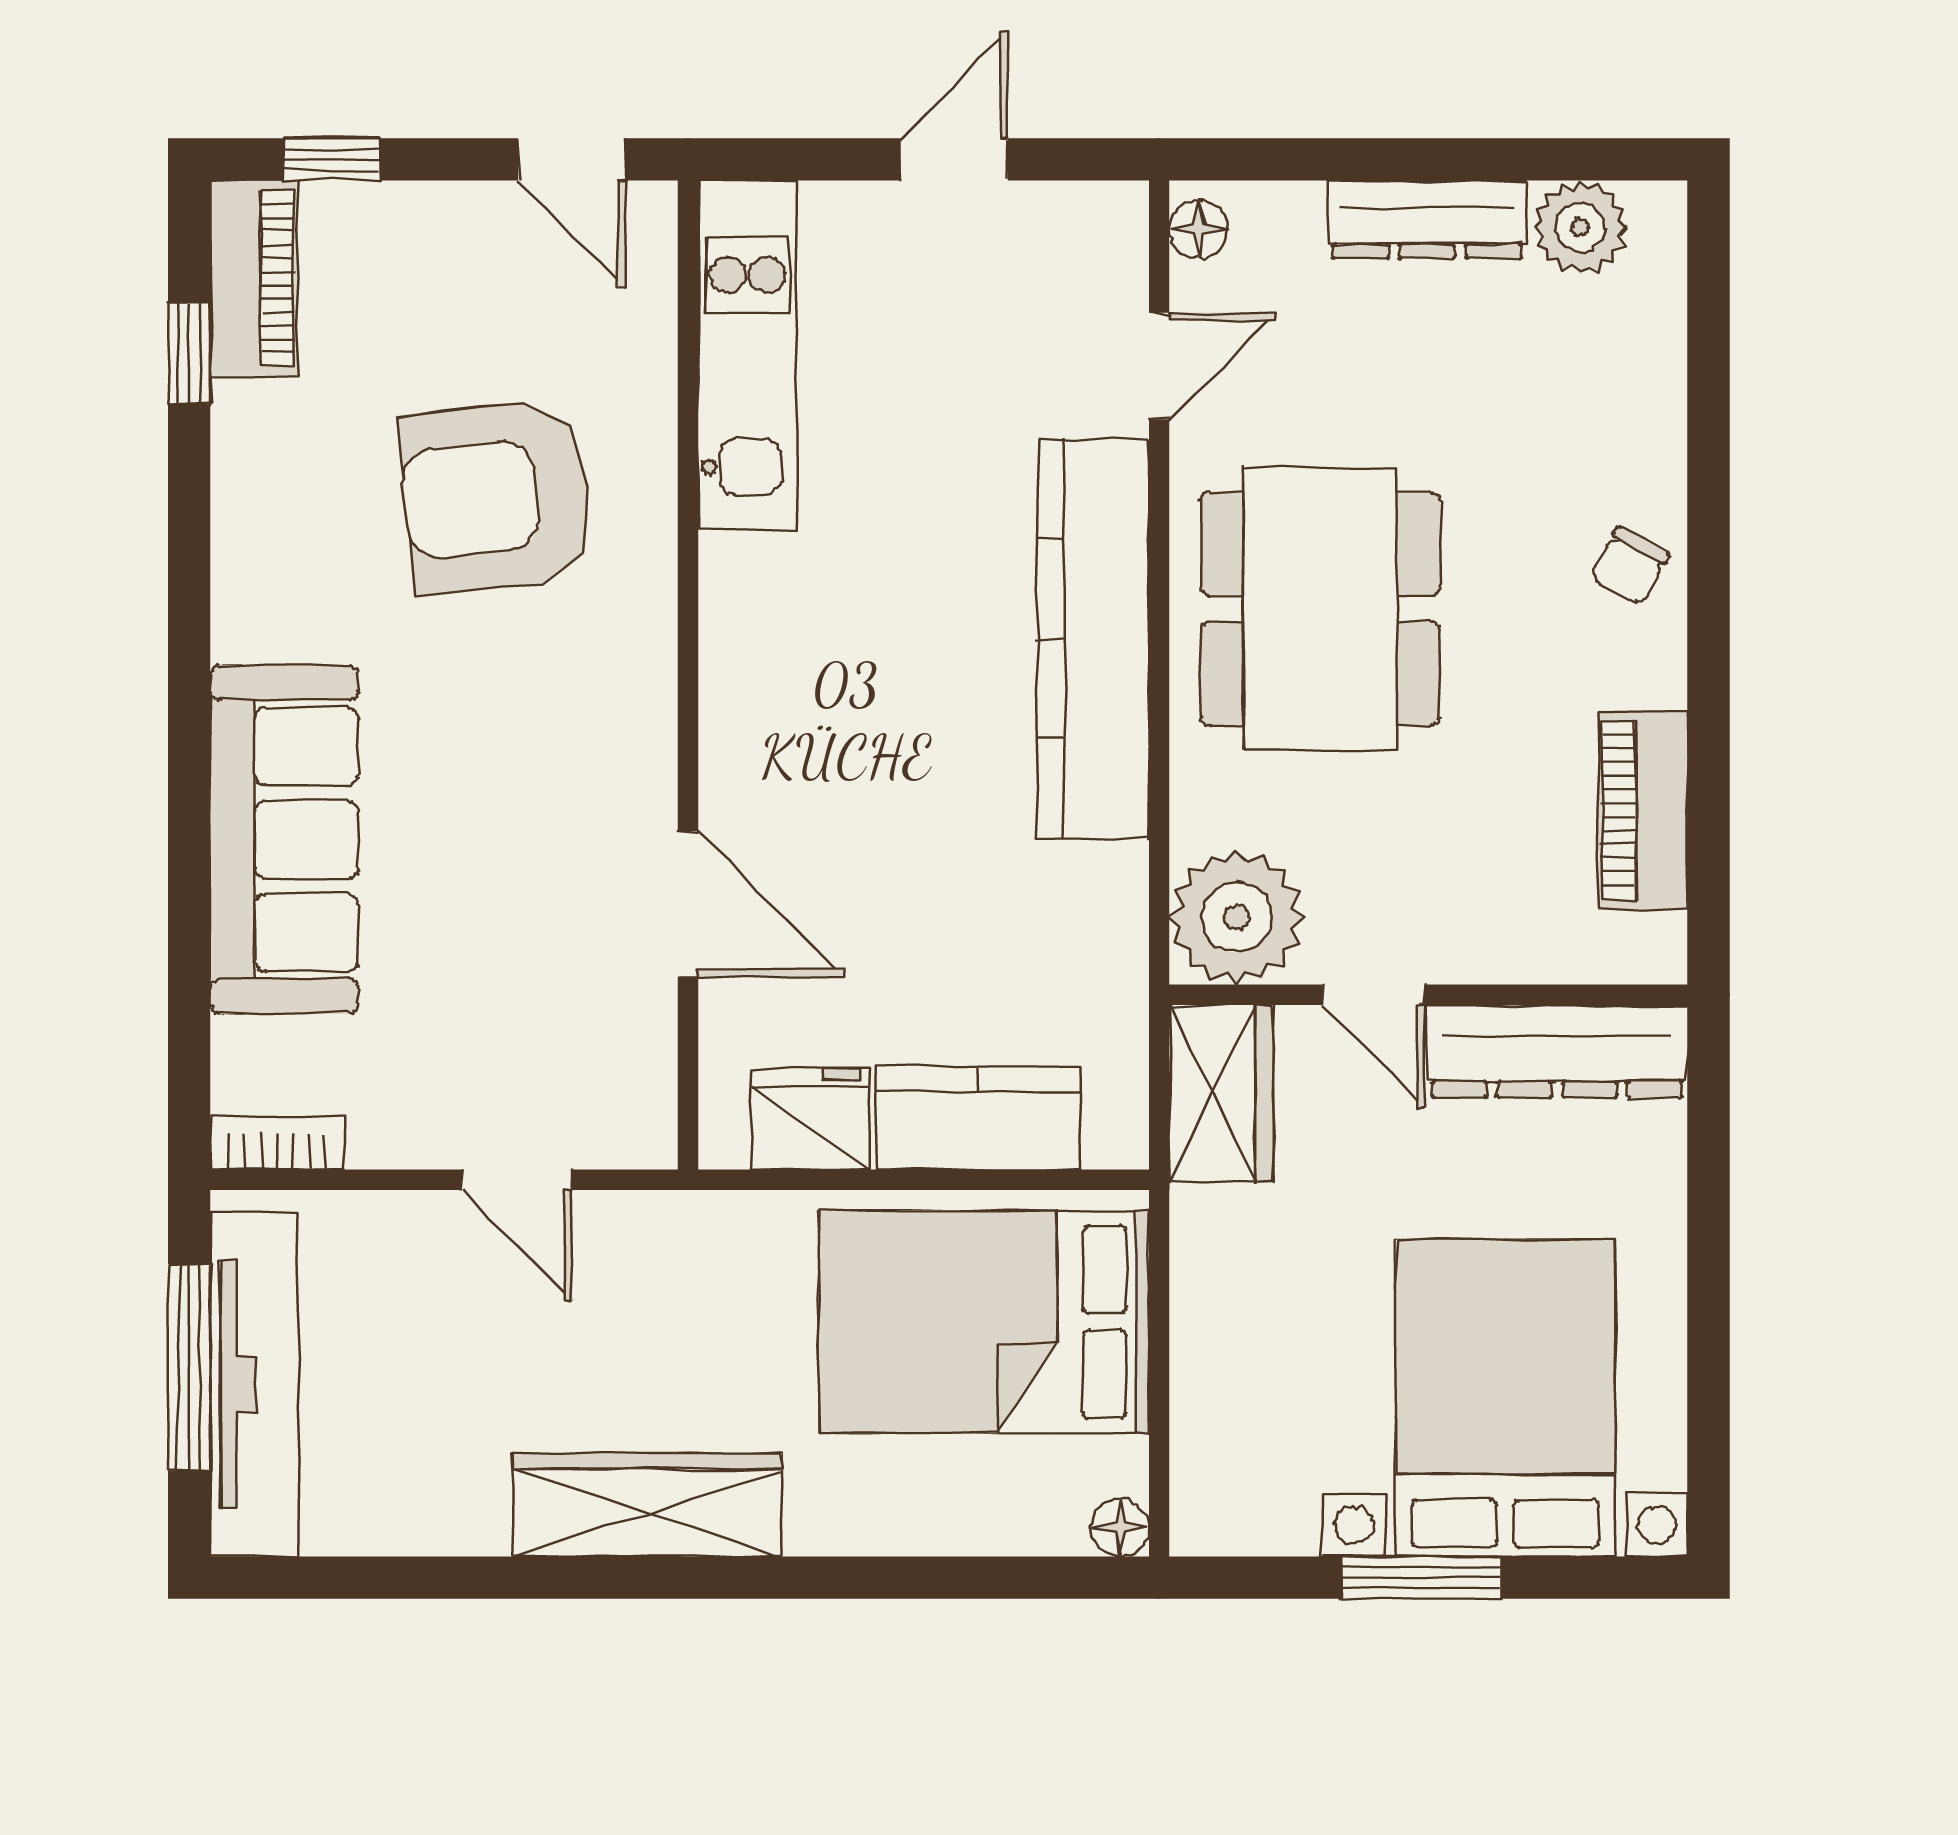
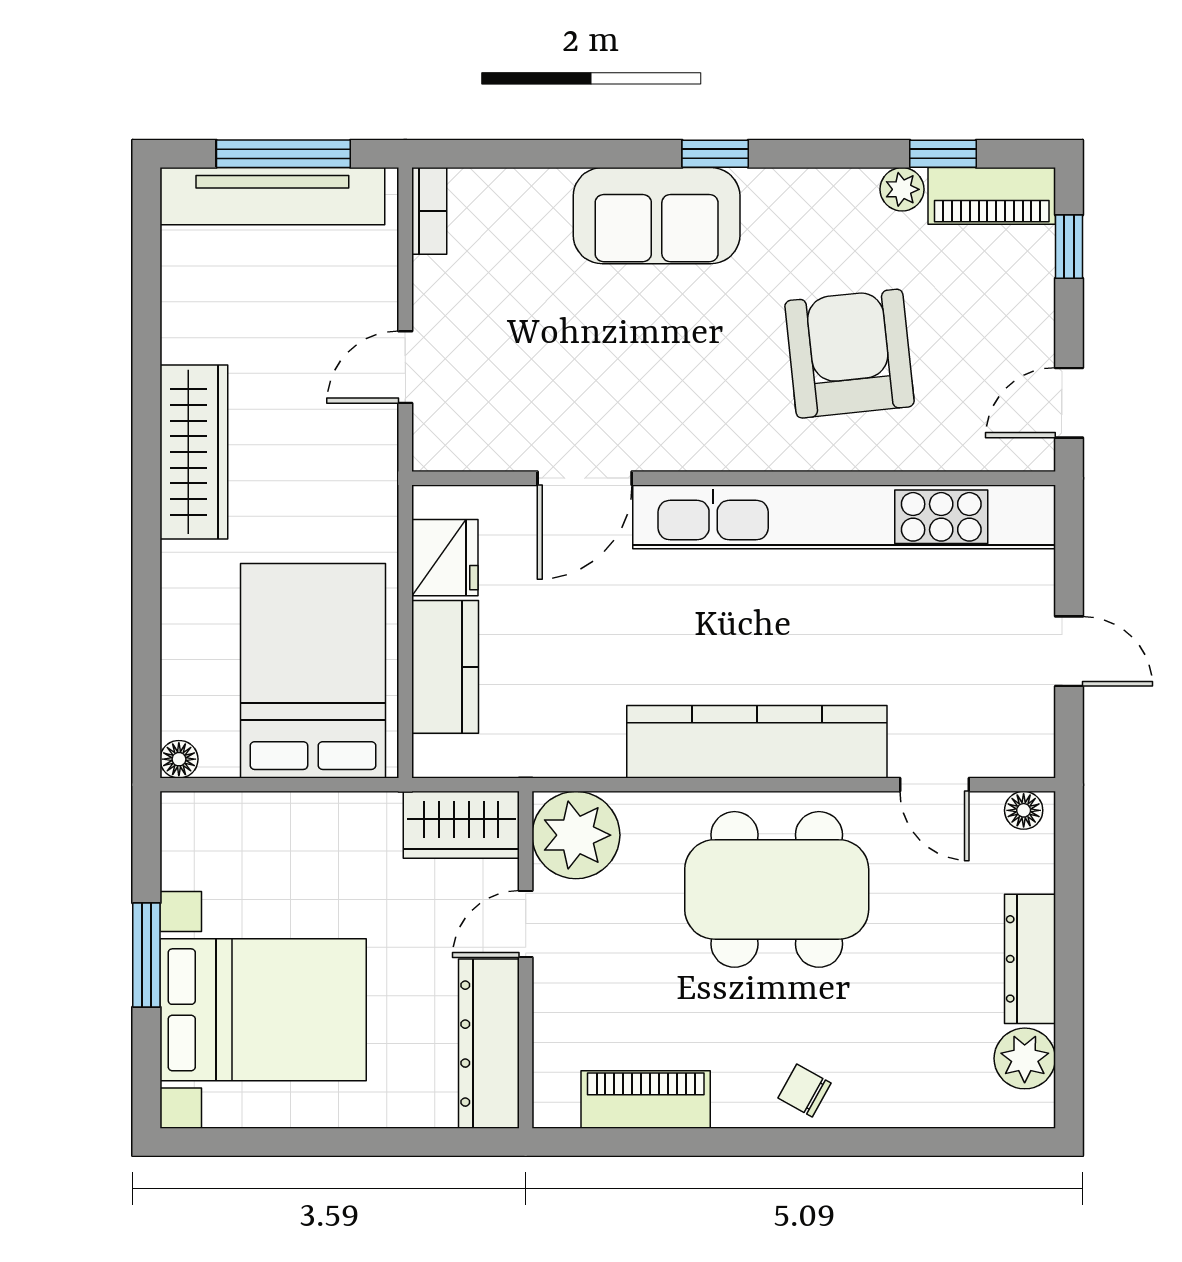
kitchen unit: (747, 355) -> (844, 517), width x1.86
plant: (244, 416) -> (902, 189), added
window: (189, 703) -> (715, 154), added
sofa: (284, 840) -> (657, 216), width x0.73

